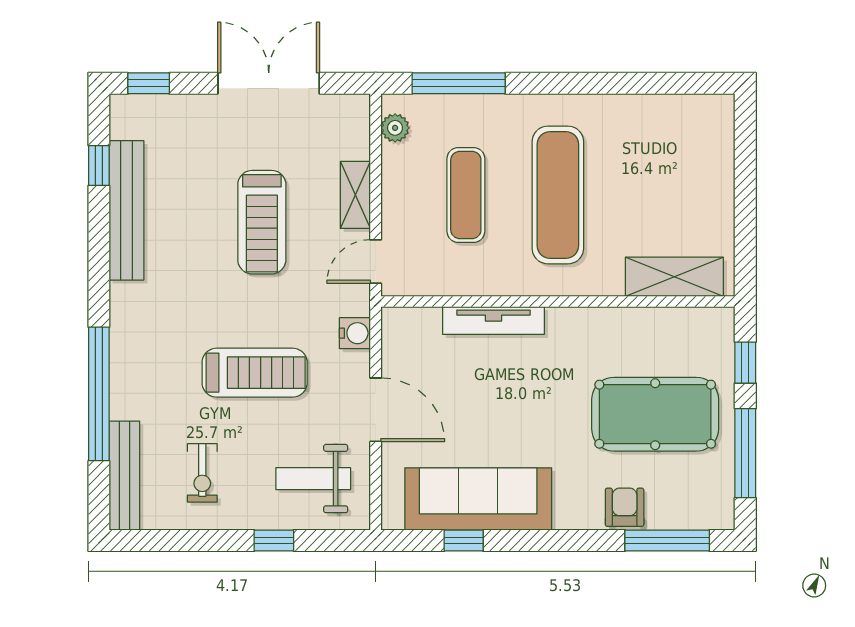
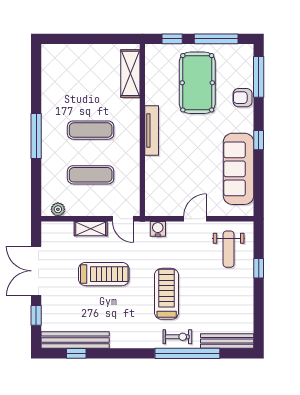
window: (149, 83) -> (36, 315), moved
window: (459, 83) -> (36, 136), moved
exercise mat: (558, 195) -> (91, 130), width x0.73, depth x0.69
bench: (127, 210) -> (75, 340), moved
tv unit: (493, 321) -> (152, 131), moved
treadmill: (255, 373) -> (167, 294), moved
door: (376, 410) -> (195, 219), width x0.73
exercise bike: (202, 473) -> (177, 337), moved
window: (464, 541) -> (259, 140), moved

